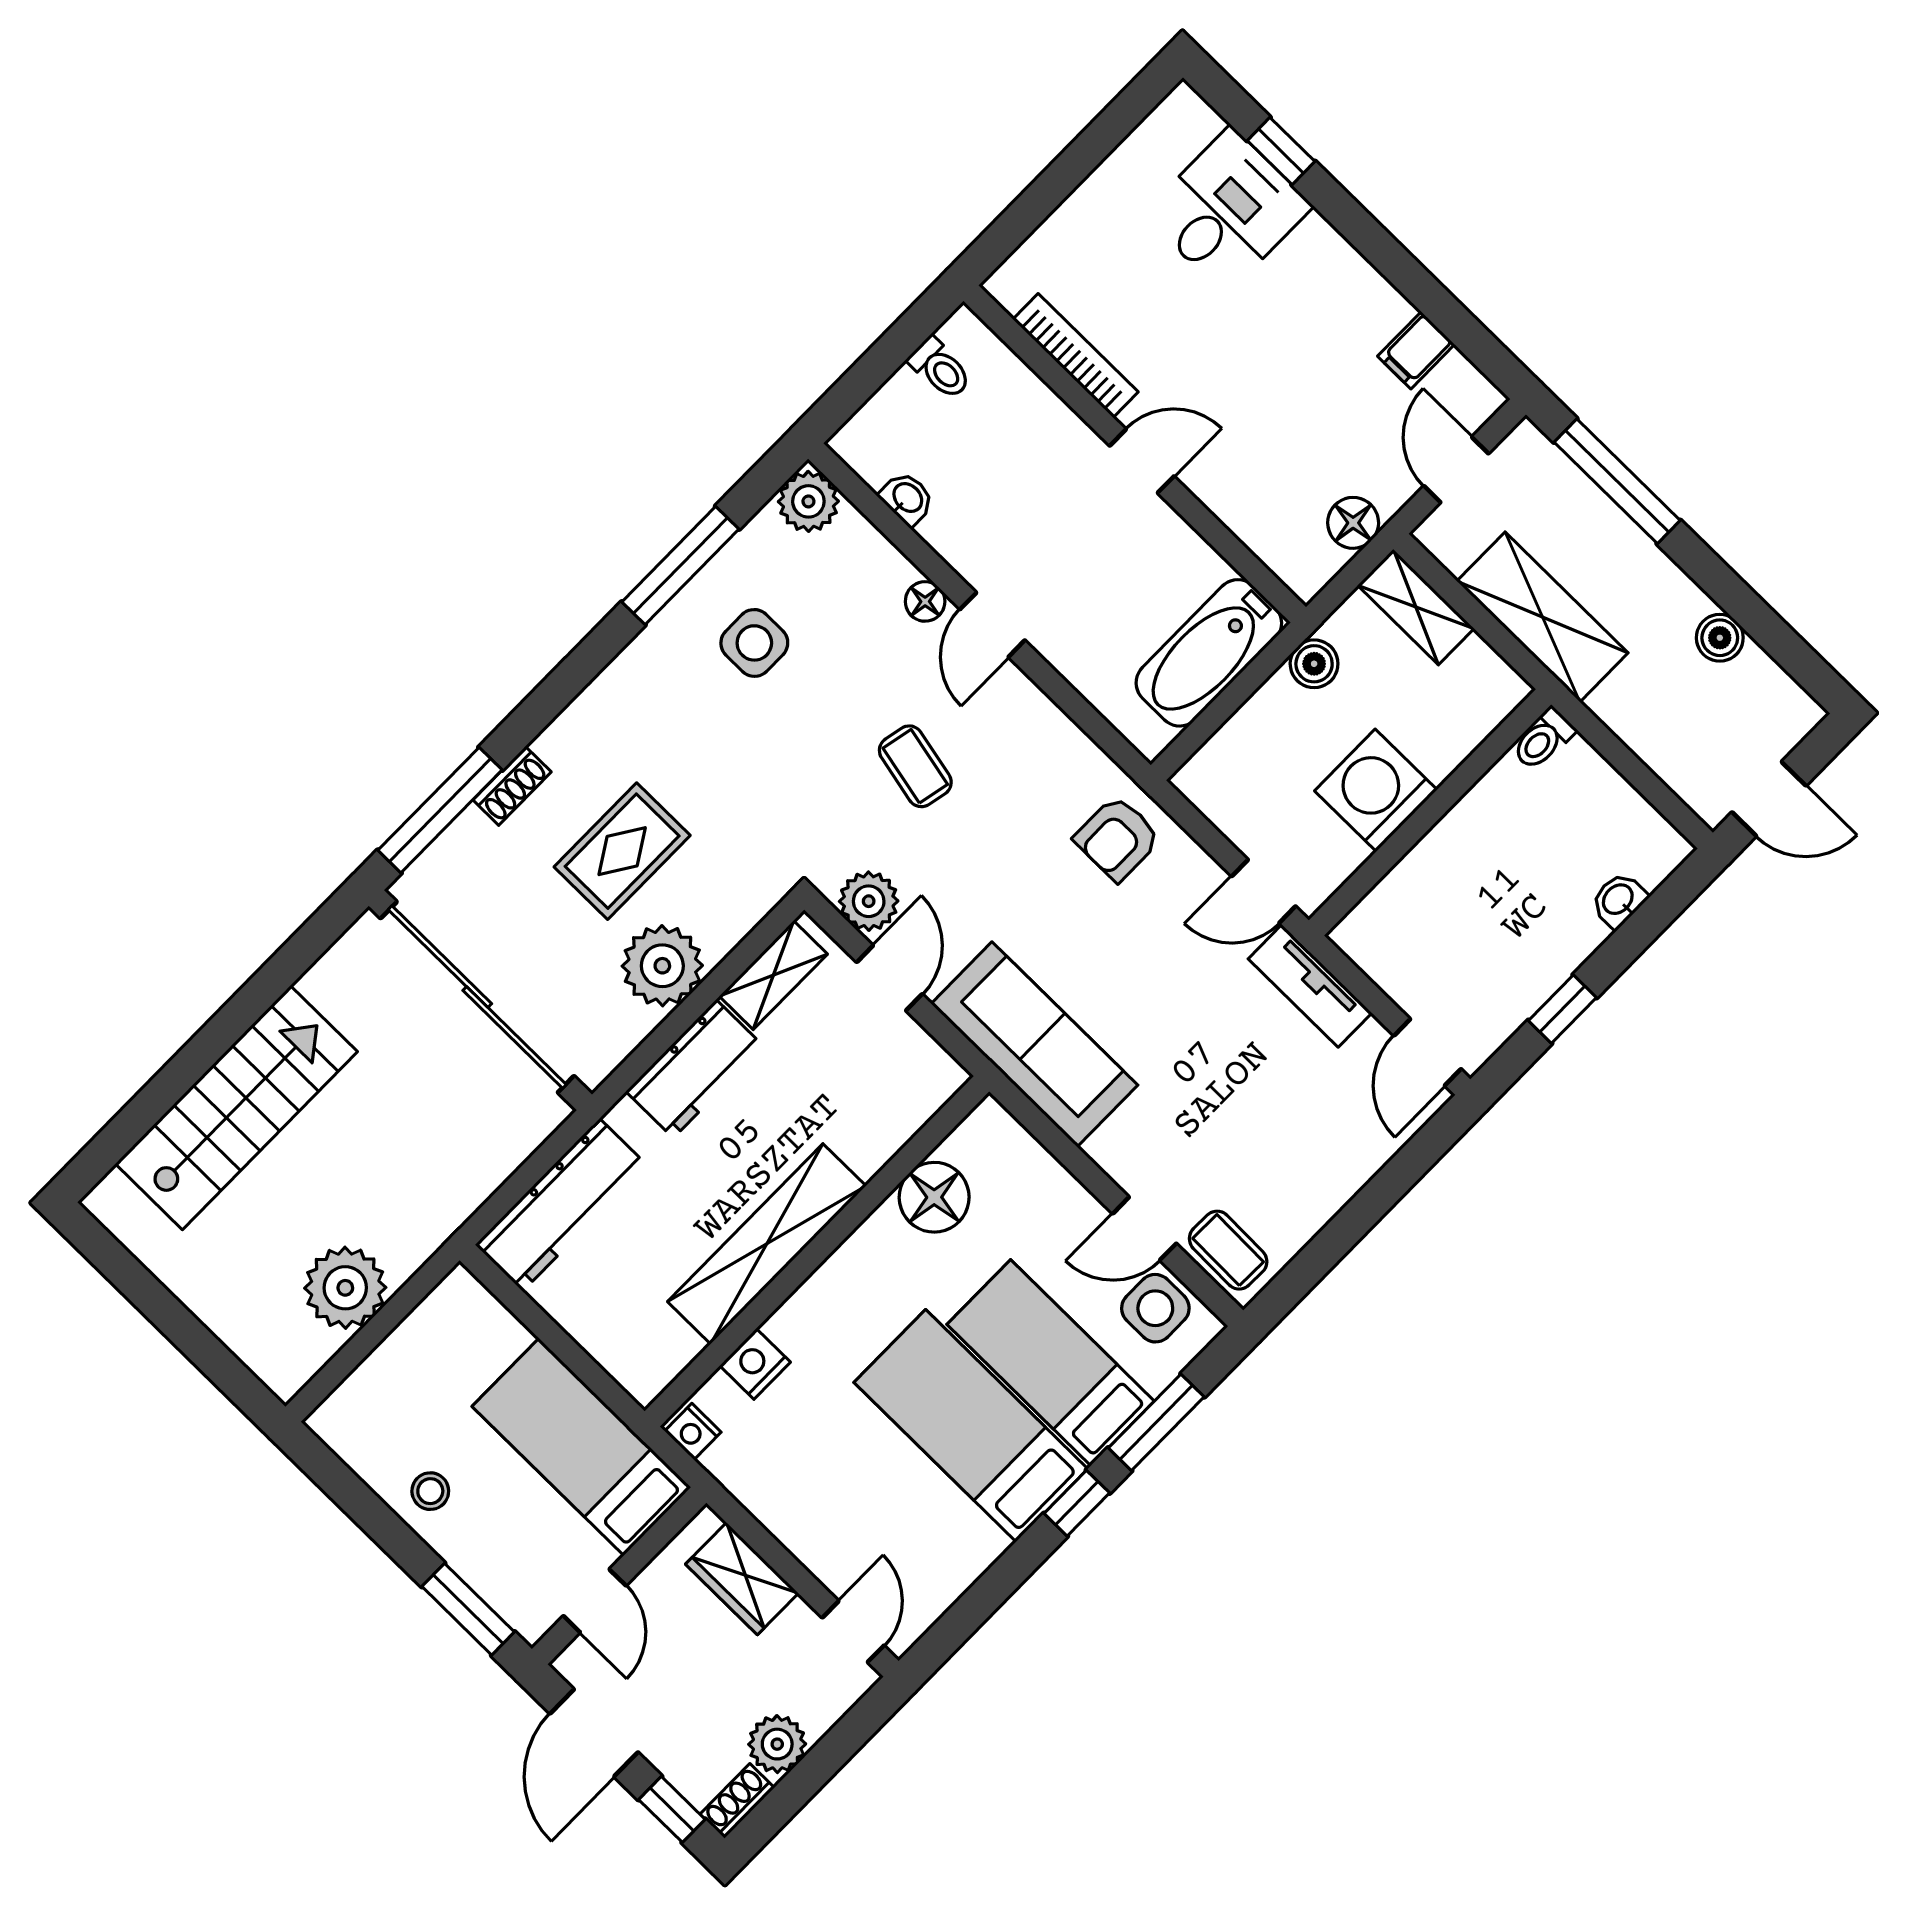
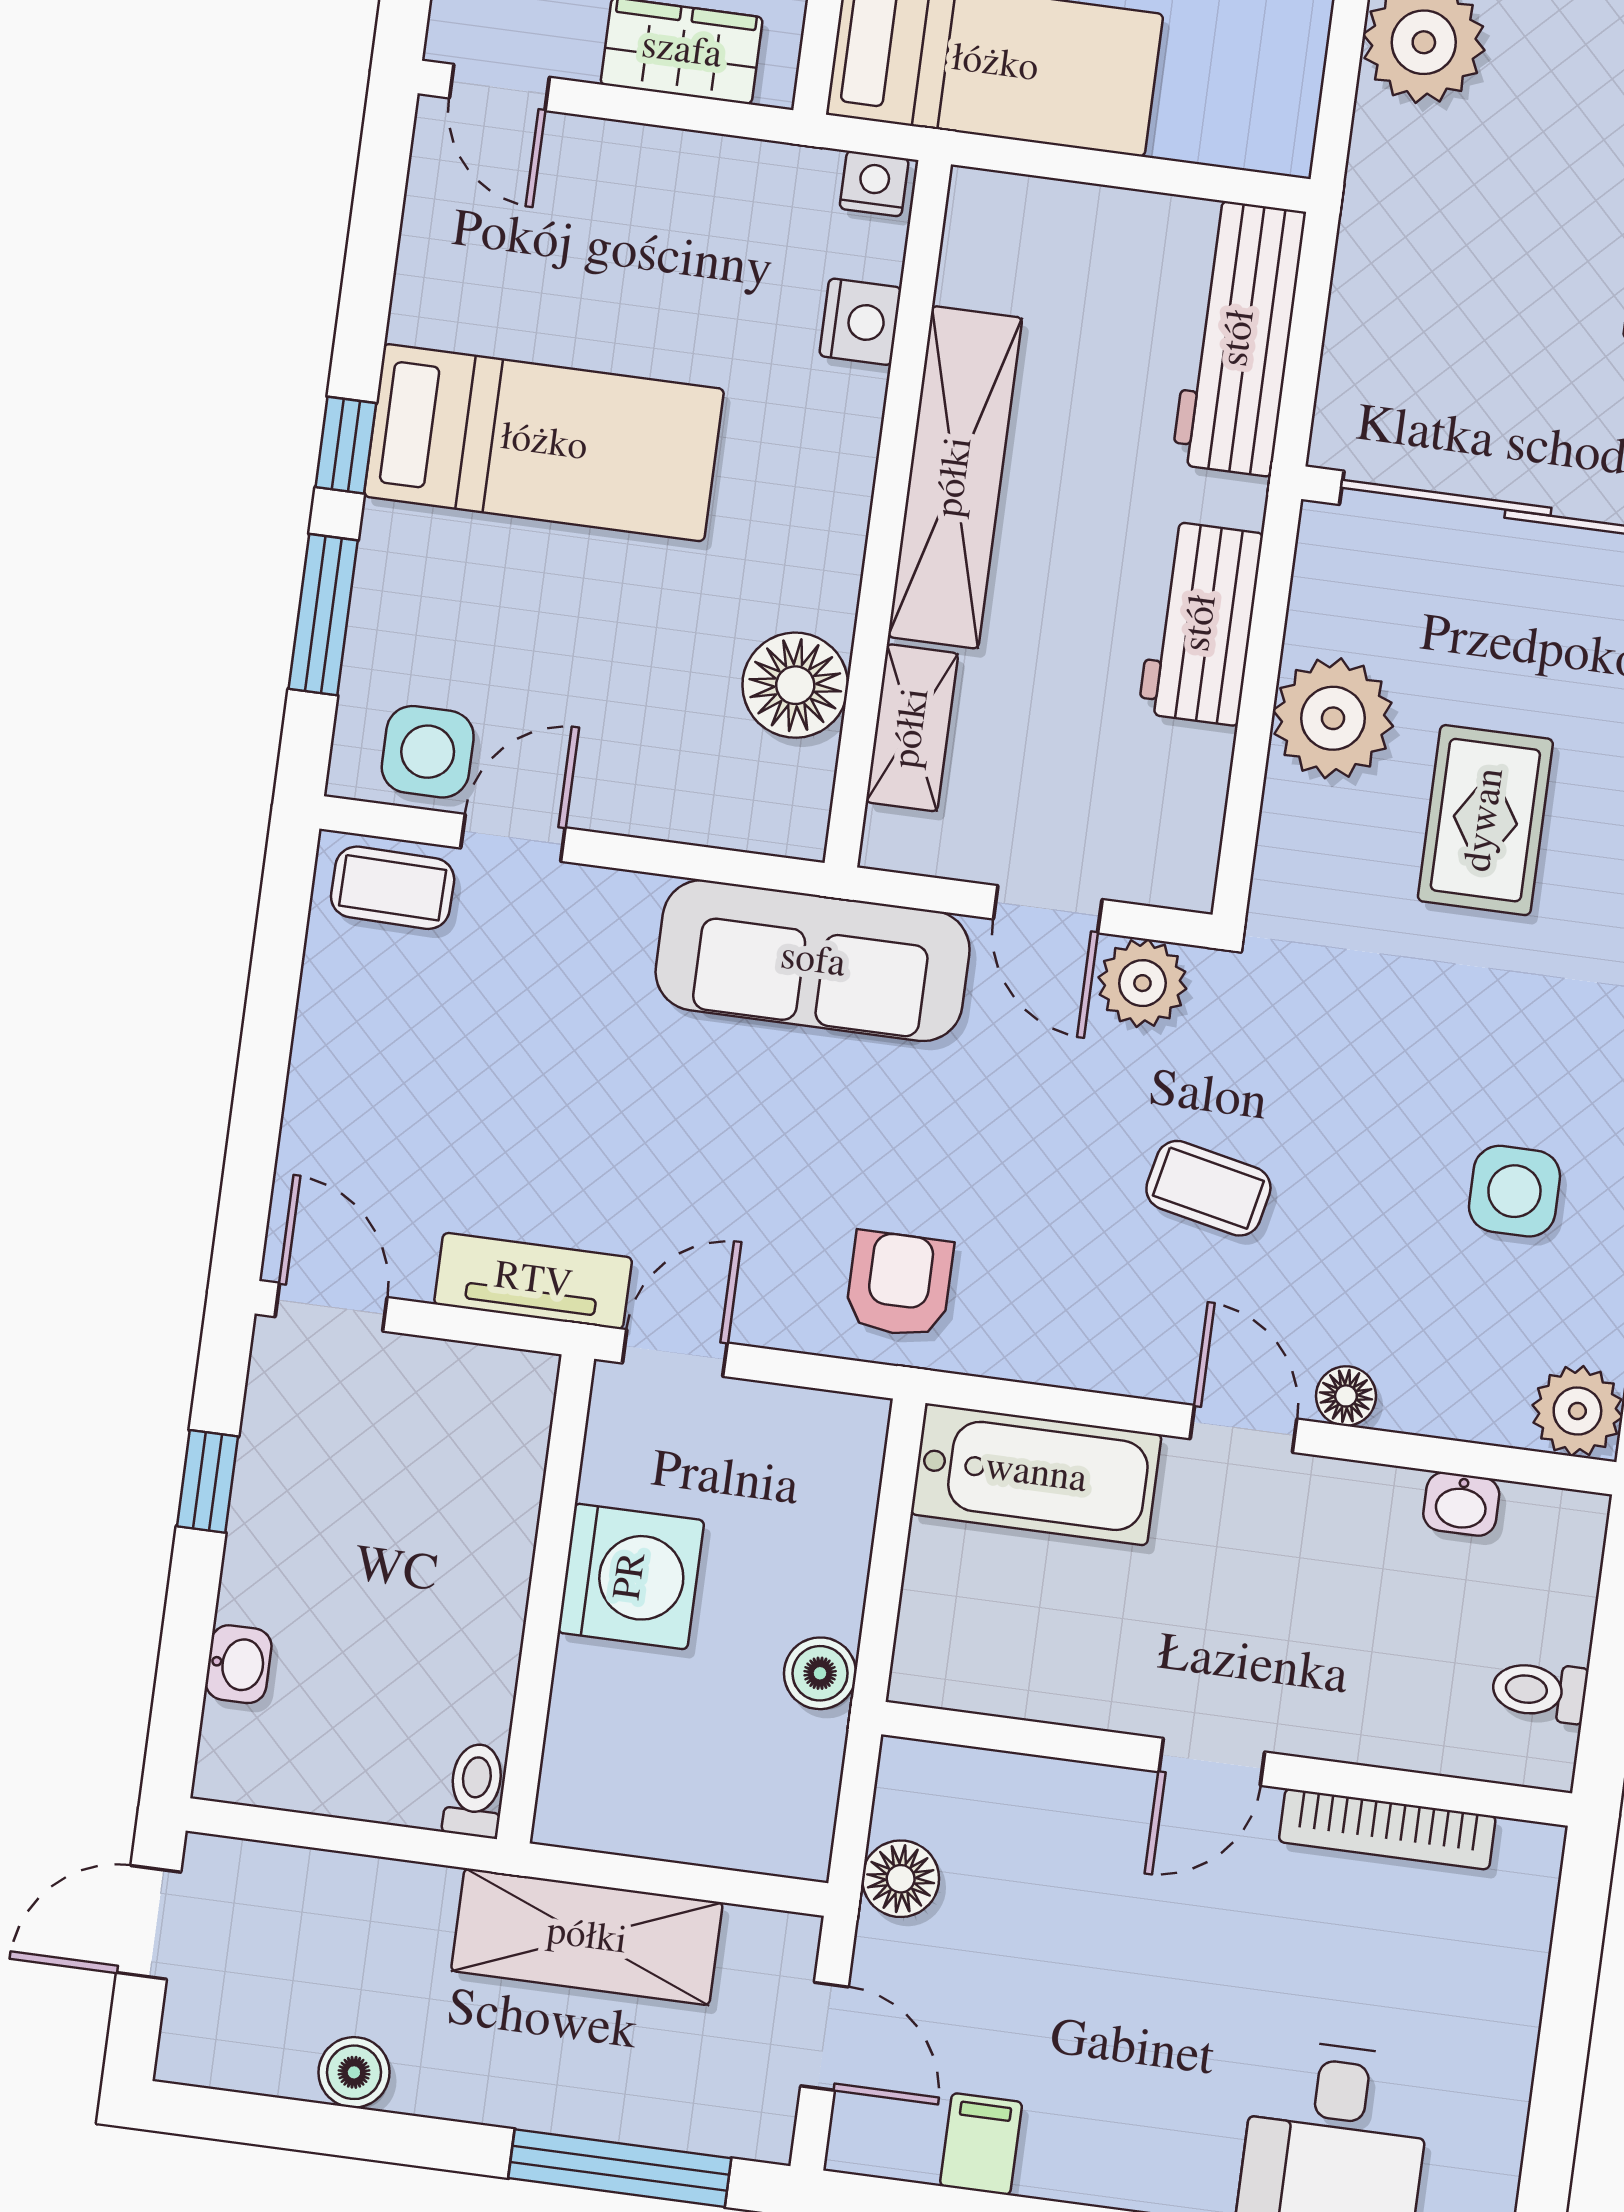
shelving: (1416, 607) -> (749, 1834), removed
bathtub: (1209, 653) -> (1036, 1474), moved, turned 90
shelving: (773, 975) -> (912, 728), moved
bed: (1051, 1363) -> (505, 591), removed

